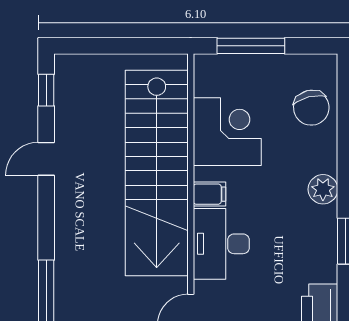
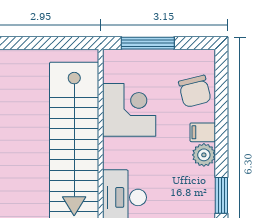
filing cabinet: (209, 194) -> (203, 132), moved, turned 180

